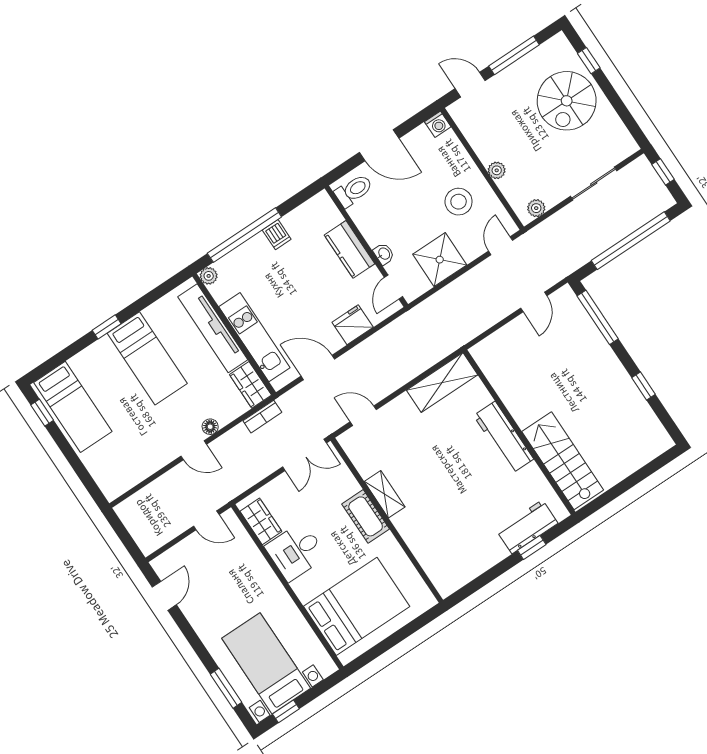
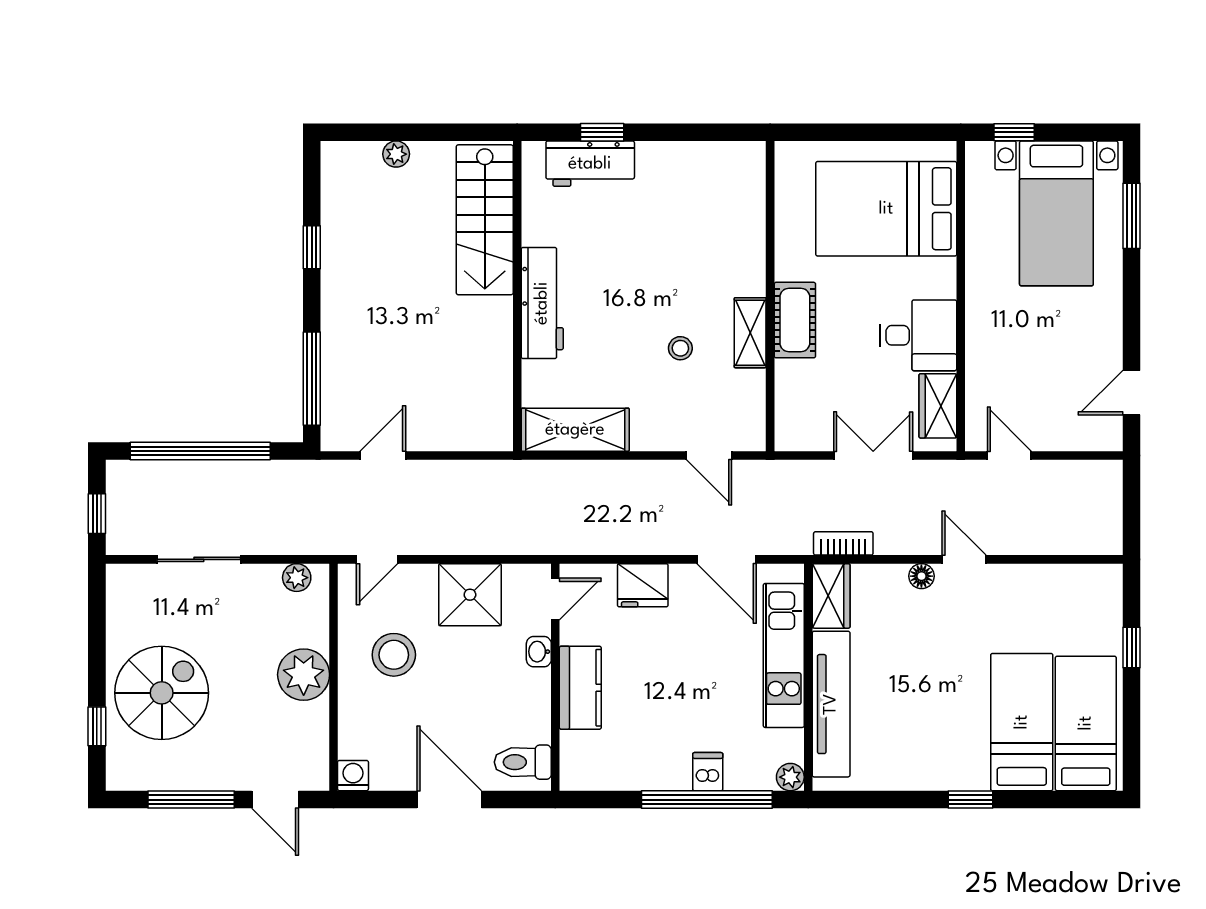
plant: (497, 170) -> (304, 675), width x1.87, depth x1.87
dishwasher: (277, 235) -> (708, 772), moved
bed: (147, 358) -> (1022, 722), moved
window: (42, 413) -> (1132, 647), moved
double door: (304, 455) -> (873, 455), moved
stool: (416, 462) -> (680, 348), added
plant: (632, 464) -> (396, 154), added
window: (286, 711) -> (1014, 132), moved

